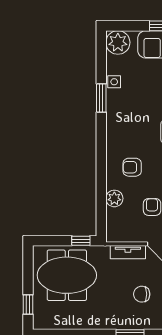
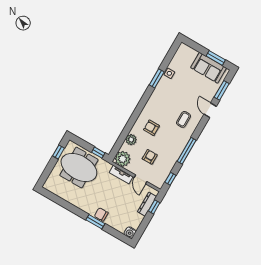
plant: (118, 42) -> (123, 159), moved
chair: (142, 294) -> (101, 214), moved
window: (28, 305) -> (59, 152), moved

